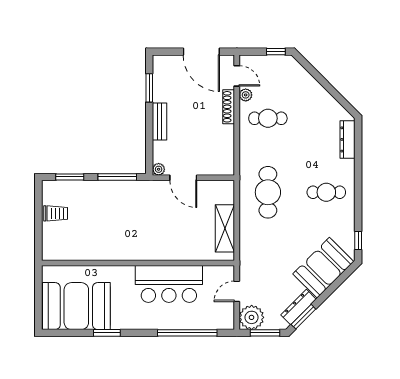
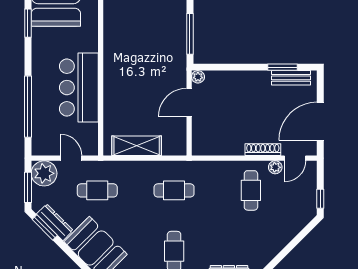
bench: (160, 121) -> (291, 78), moved
cafe table: (268, 192) -> (174, 190), width x0.73, depth x0.74
cafe table: (268, 266) -> (97, 190), added

